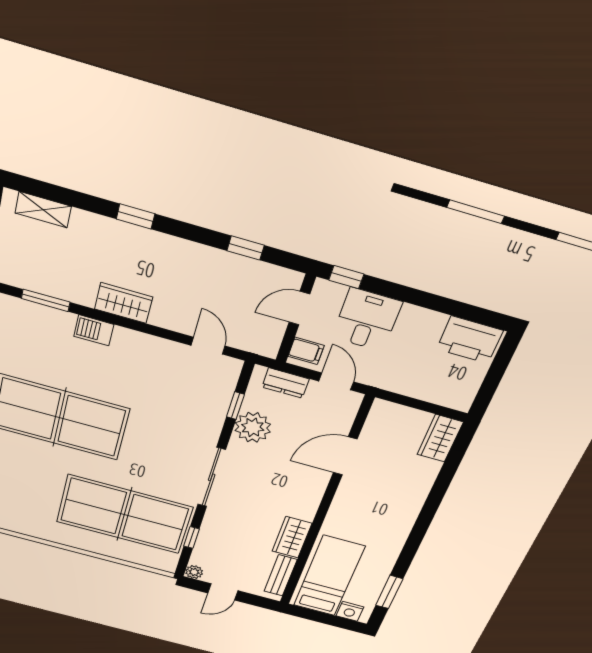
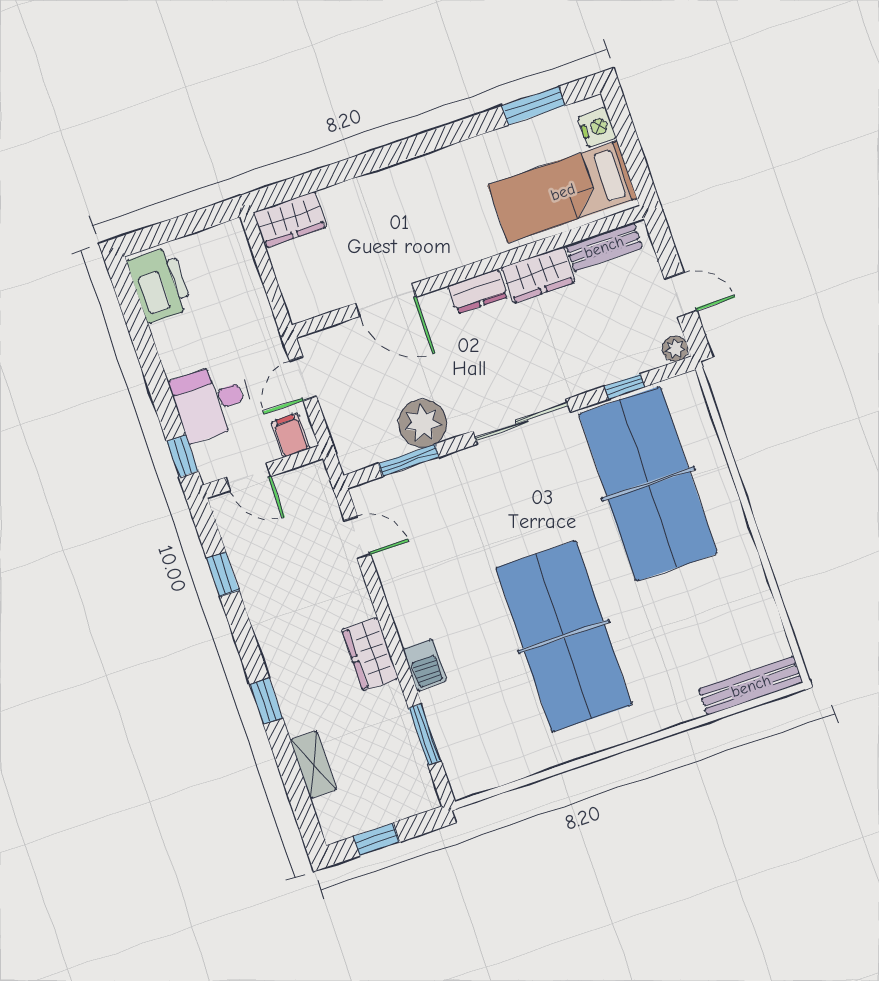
shelving: (43, 210) -> (313, 765), moved
door: (208, 346) -> (357, 538), swing flipped
dresser: (286, 383) -> (478, 291), moved, turned 90
window: (235, 406) -> (409, 460), width x1.50

